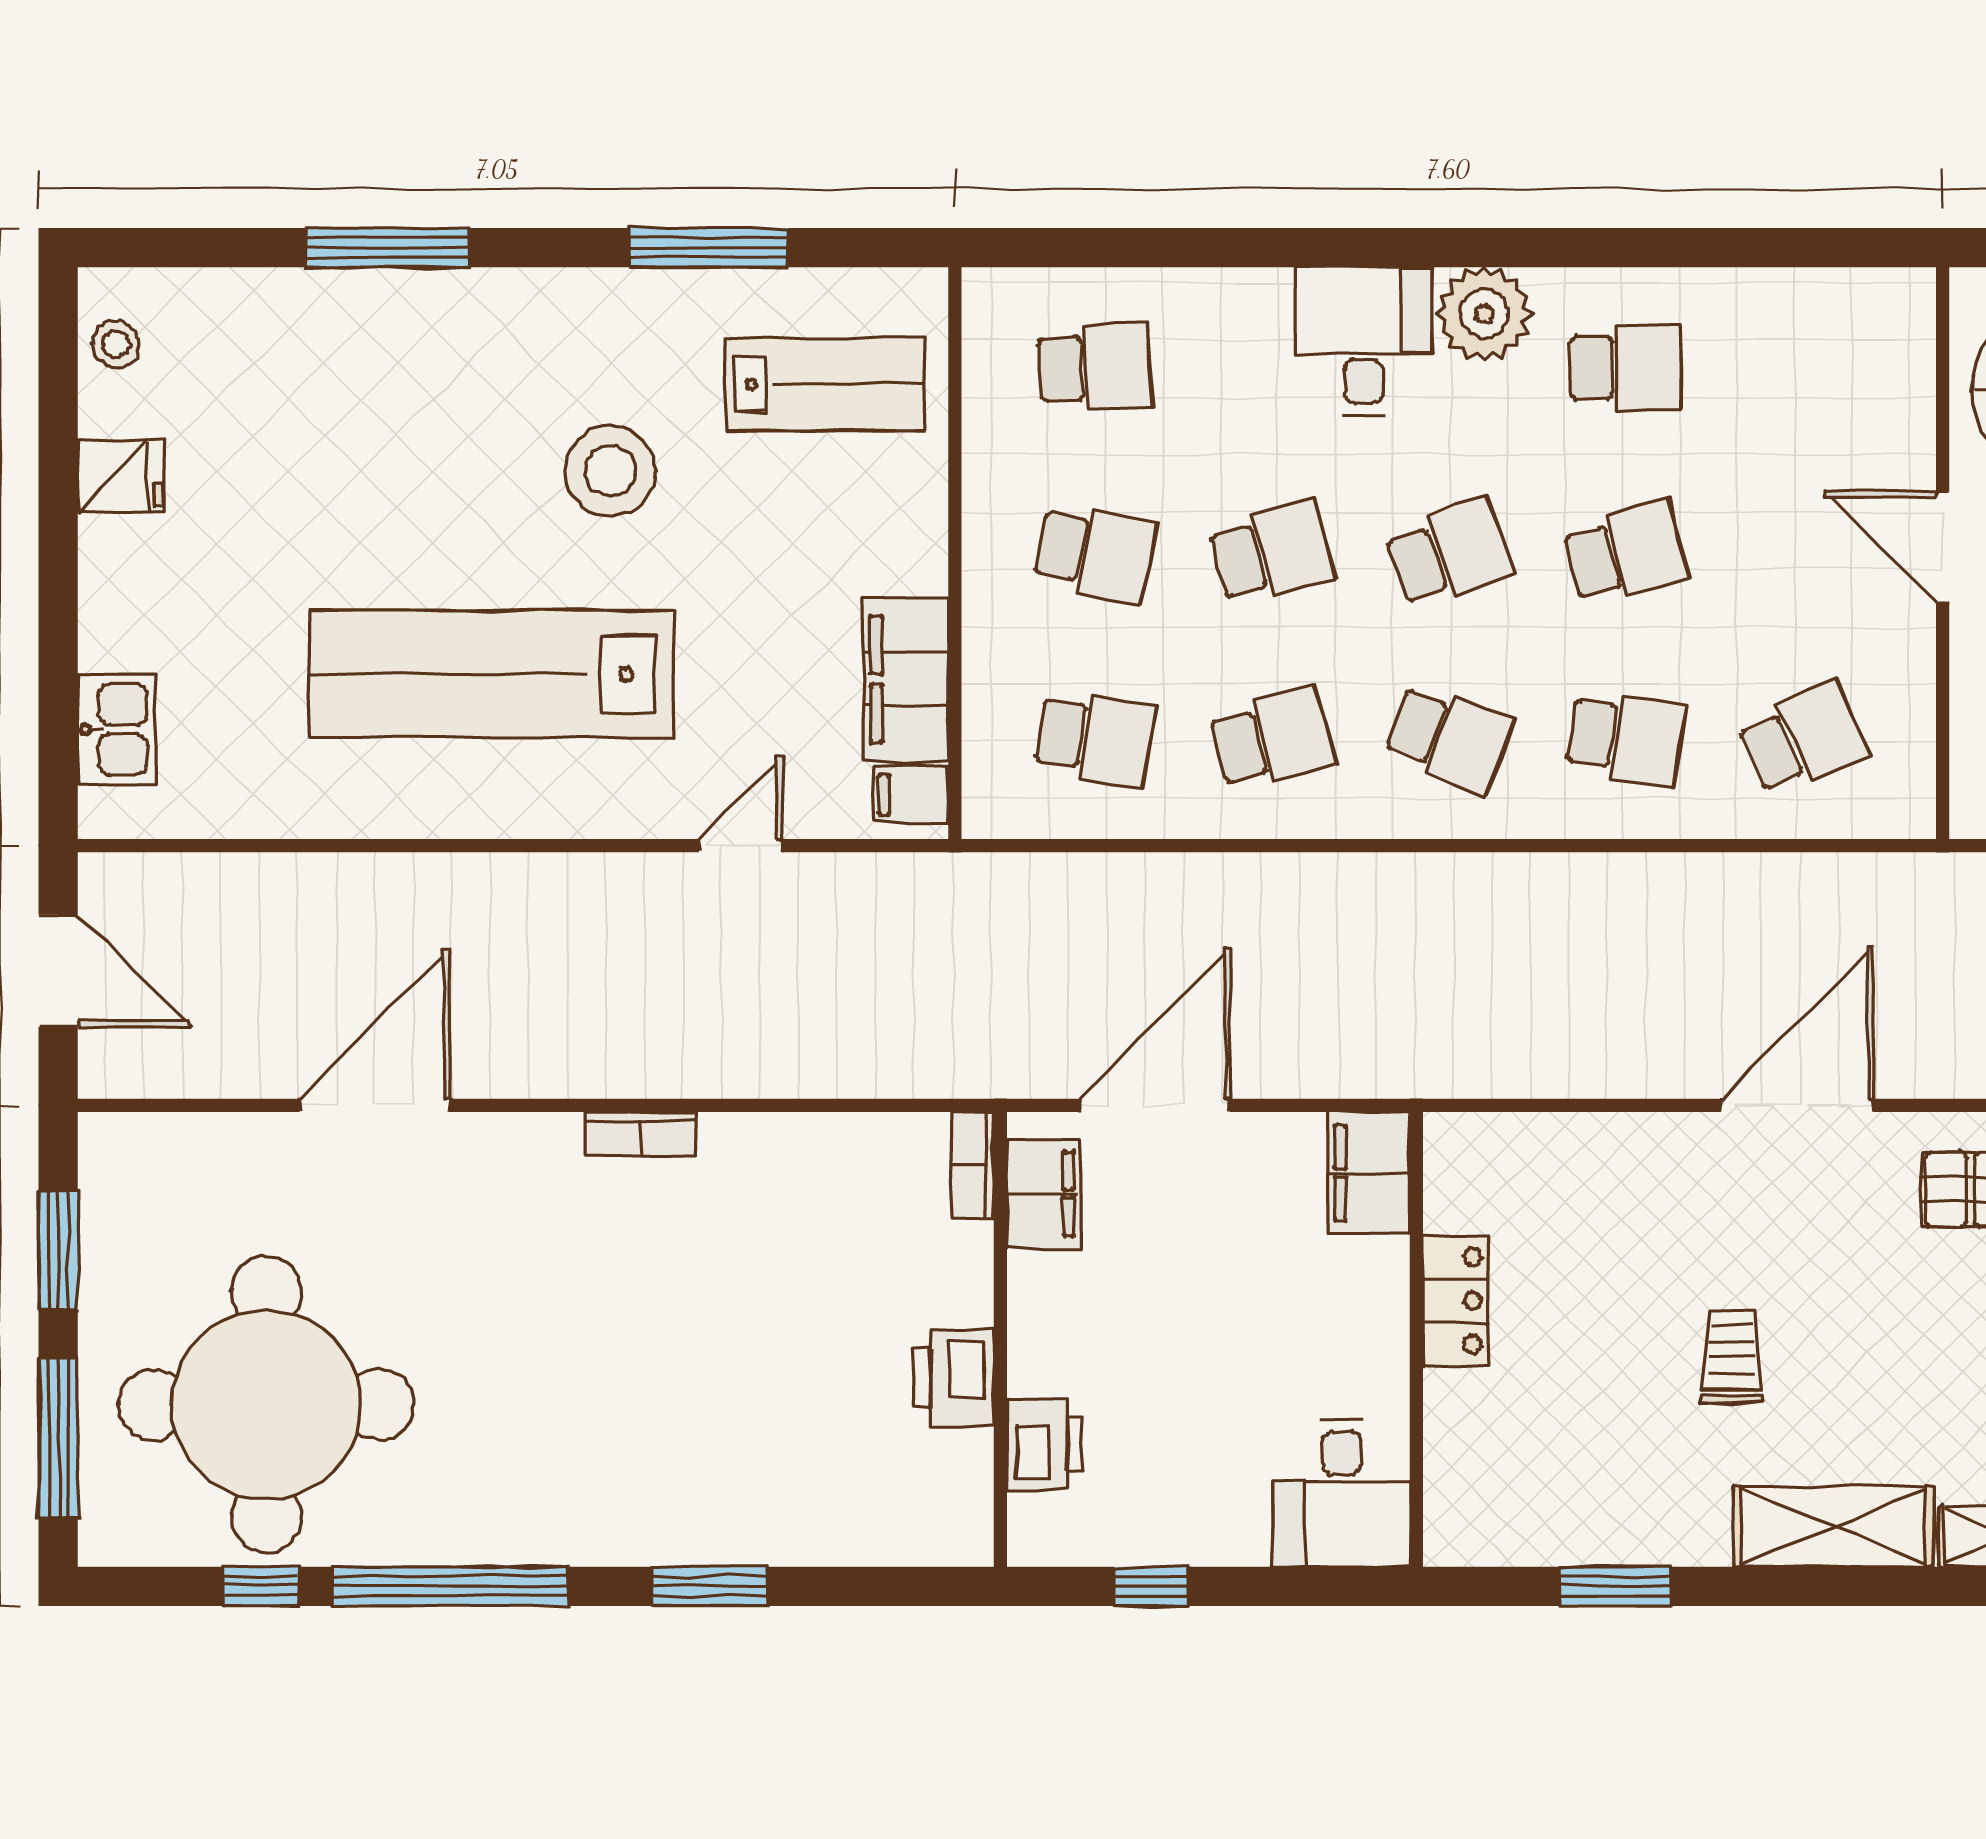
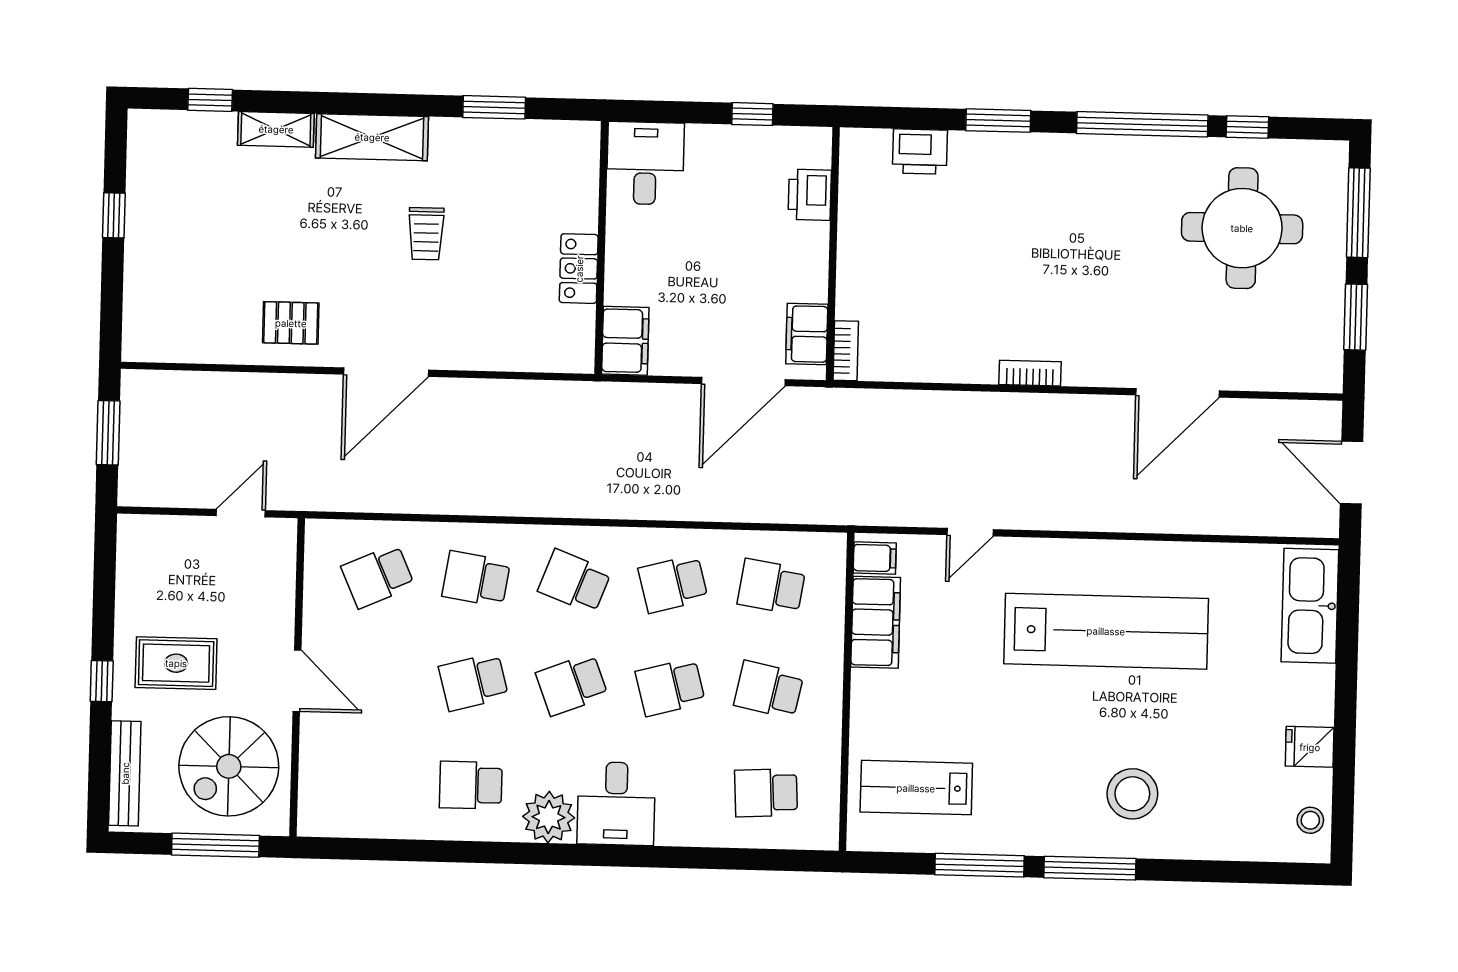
window: (387, 248) -> (1090, 868), moved
stool: (610, 471) -> (1132, 794), moved
kitchen sink: (117, 729) -> (1310, 606), width x1.87, depth x1.24
printer: (954, 1378) -> (920, 152), moved, turned 90
round table: (266, 1404) -> (1242, 228), width x0.73, depth x0.73

